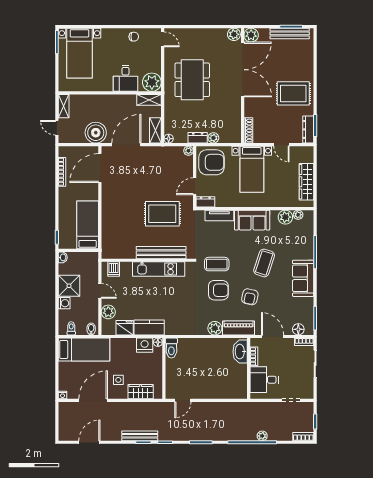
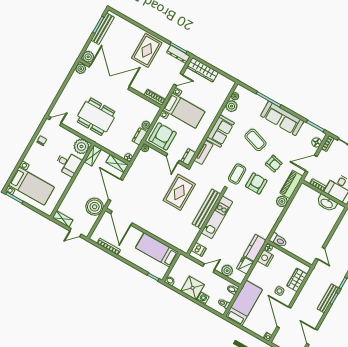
wardrobe: (307, 182) -> (203, 70), moved
sofa: (303, 278) -> (282, 118), width x1.36
washbasin: (240, 352) -> (327, 203), moved

